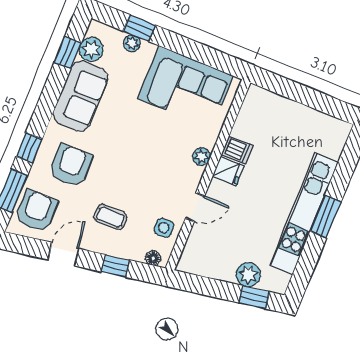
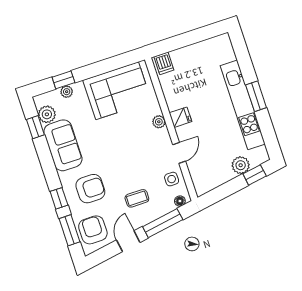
dishwasher: (237, 150) -> (164, 63), moved, turned 90
armchair: (71, 166) -> (90, 189), turned 90
window: (115, 266) -> (163, 223), width x2.17

